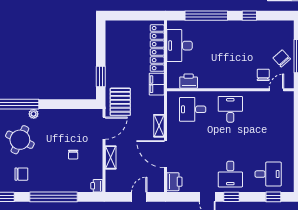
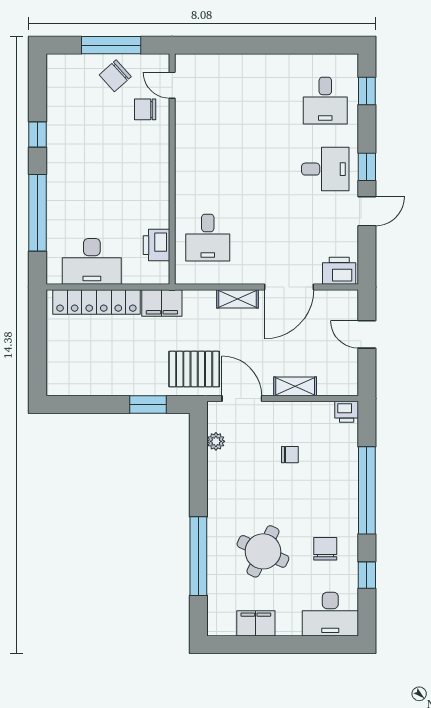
desk: (230, 109) -> (208, 169), removed
plant: (34, 114) -> (216, 441), moved
desk: (268, 174) -> (325, 101), turned 180

